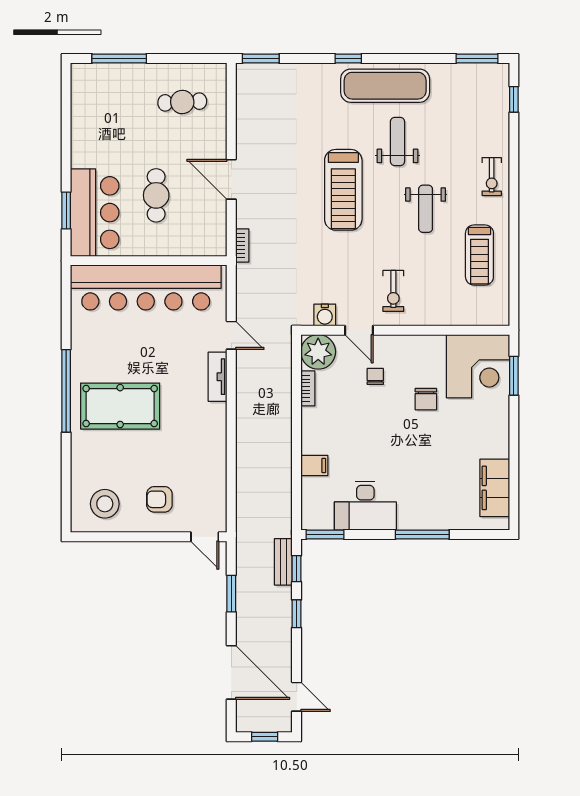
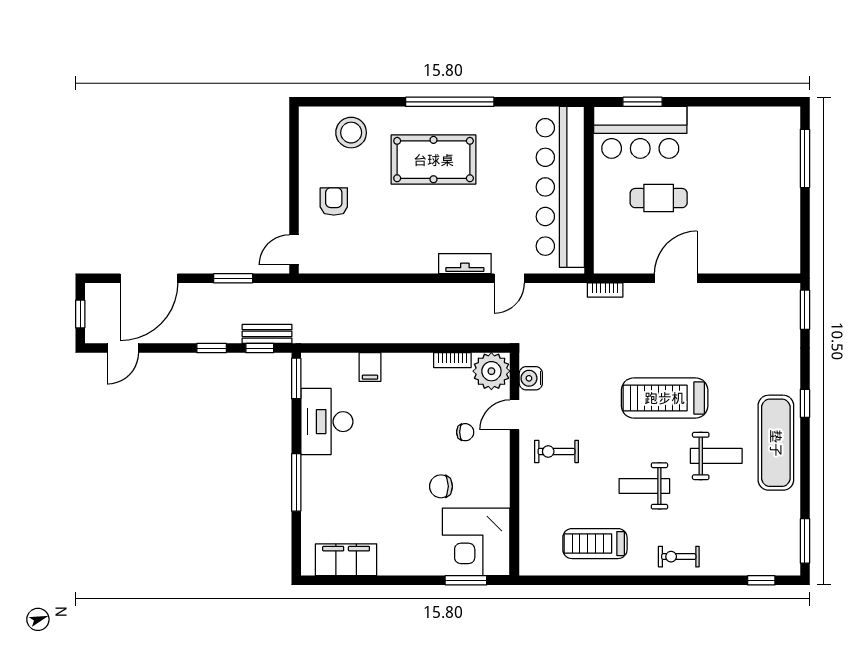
cafe table: (182, 102) -> (758, 226), removed
pool table: (120, 406) -> (434, 160), turned 90
stool: (105, 504) -> (351, 133), moved

